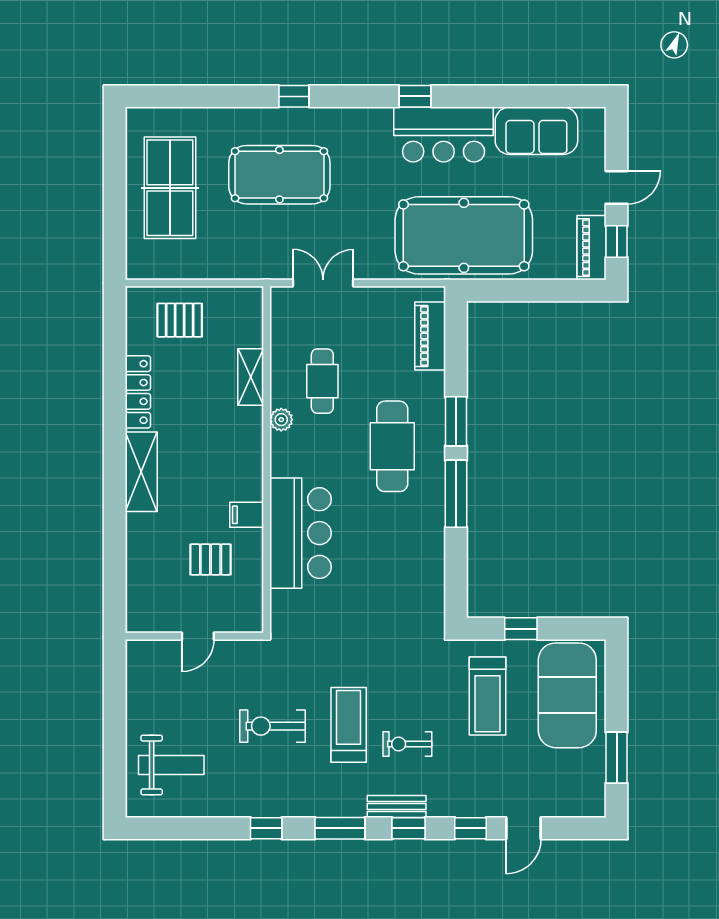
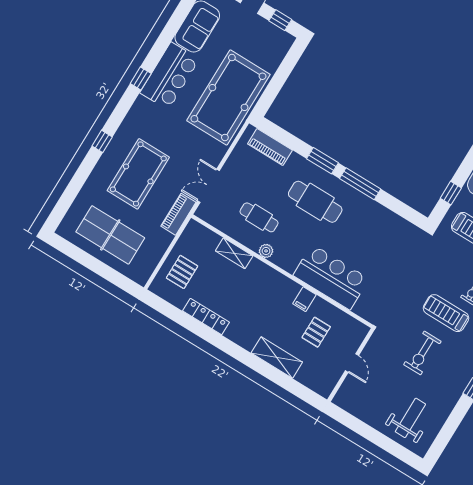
piano: (591, 248) -> (178, 214), moved, turned 90
shelving: (141, 472) -> (277, 357), moved

